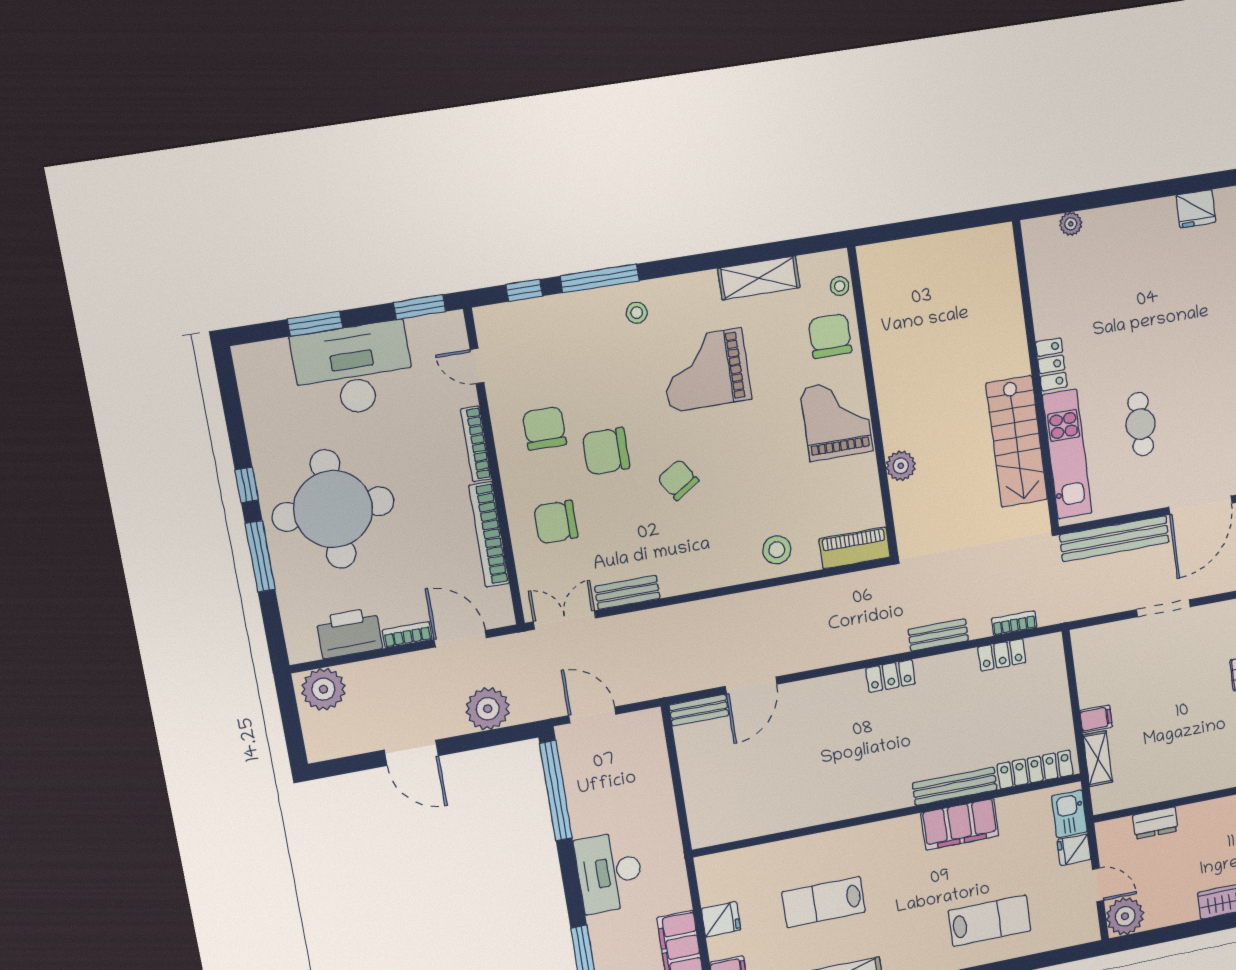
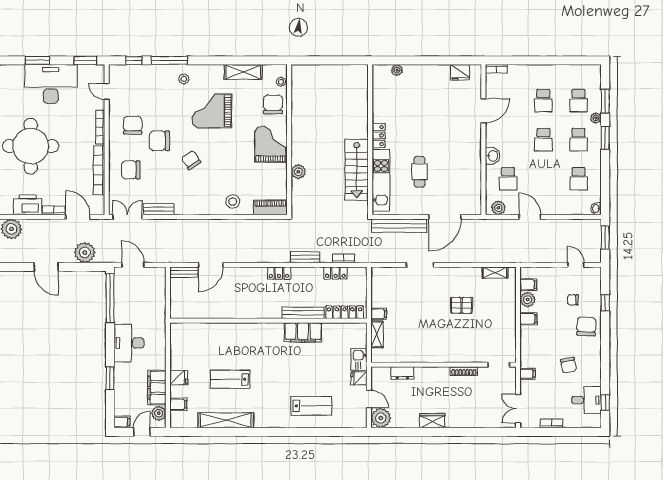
locker: (1035, 769) -> (345, 312), moved
bench: (955, 786) -> (303, 313), moved
wall: (889, 815) -> (268, 321), moved
filing cabinet: (960, 824) -> (303, 332), moved

